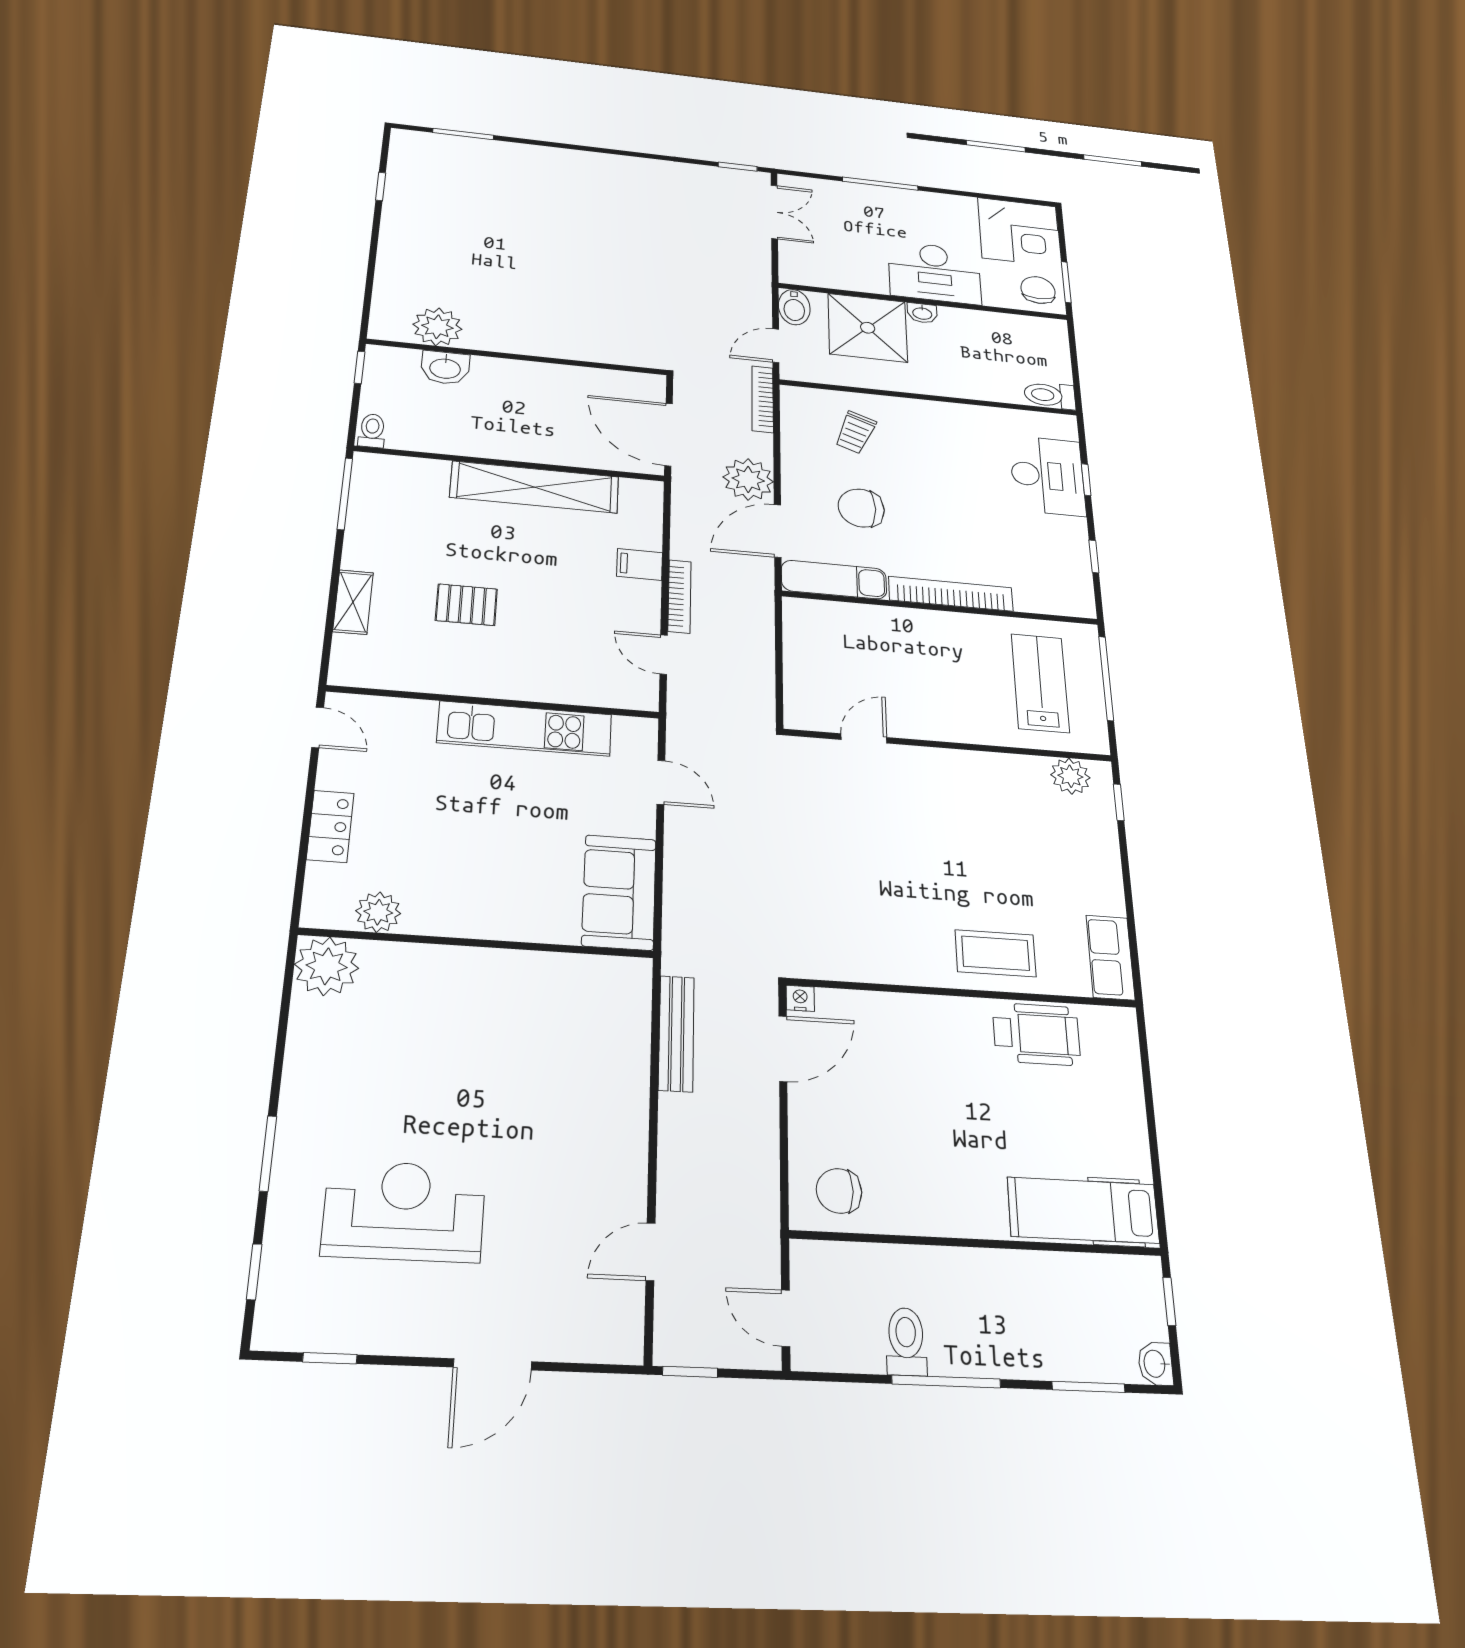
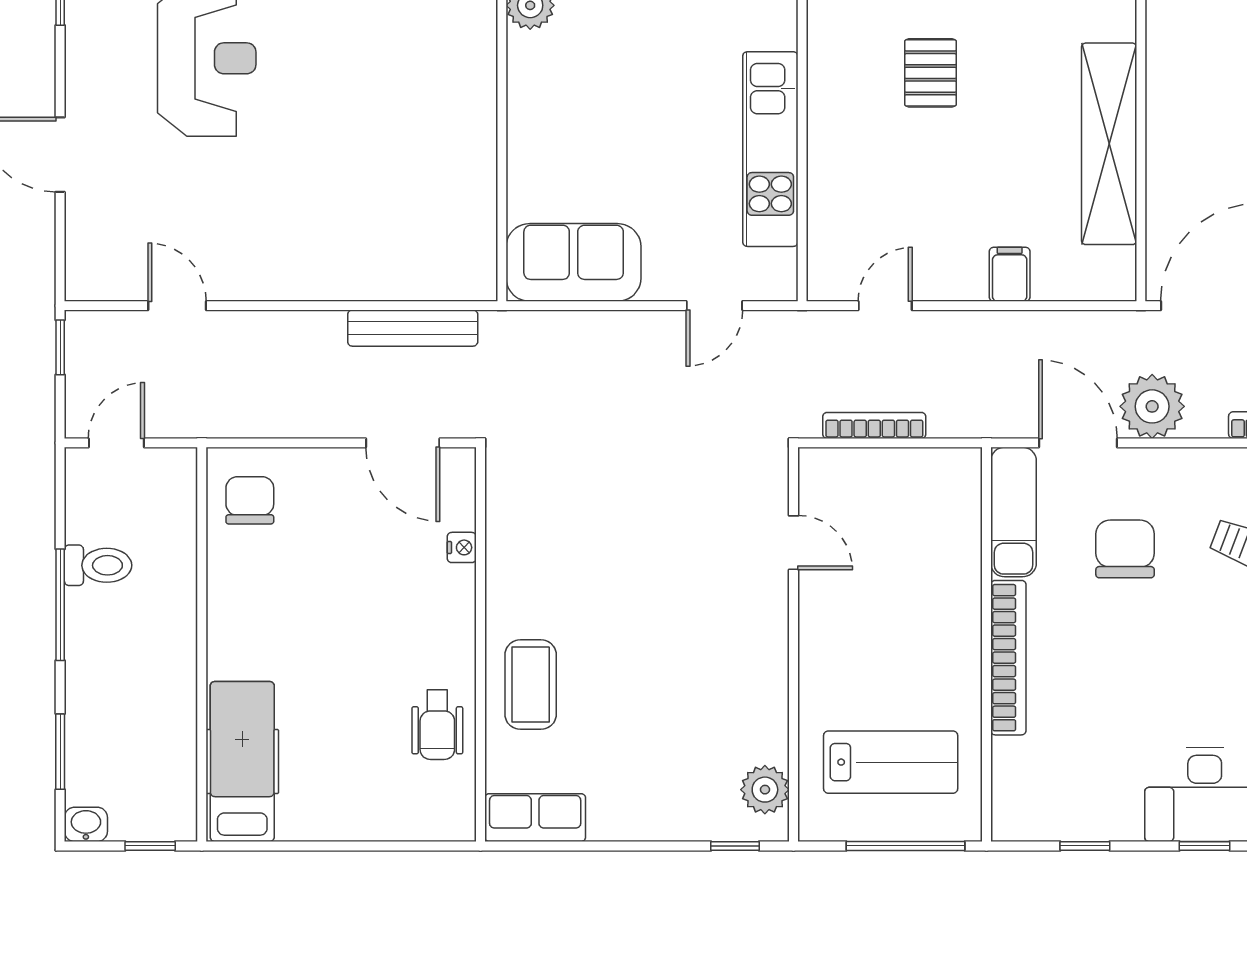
bookcase: (679, 596) -> (874, 425), moved, turned 180
nightstand: (800, 998) -> (462, 547), moved
wheelchair: (1036, 1034) -> (437, 725), width x0.73, depth x0.73

